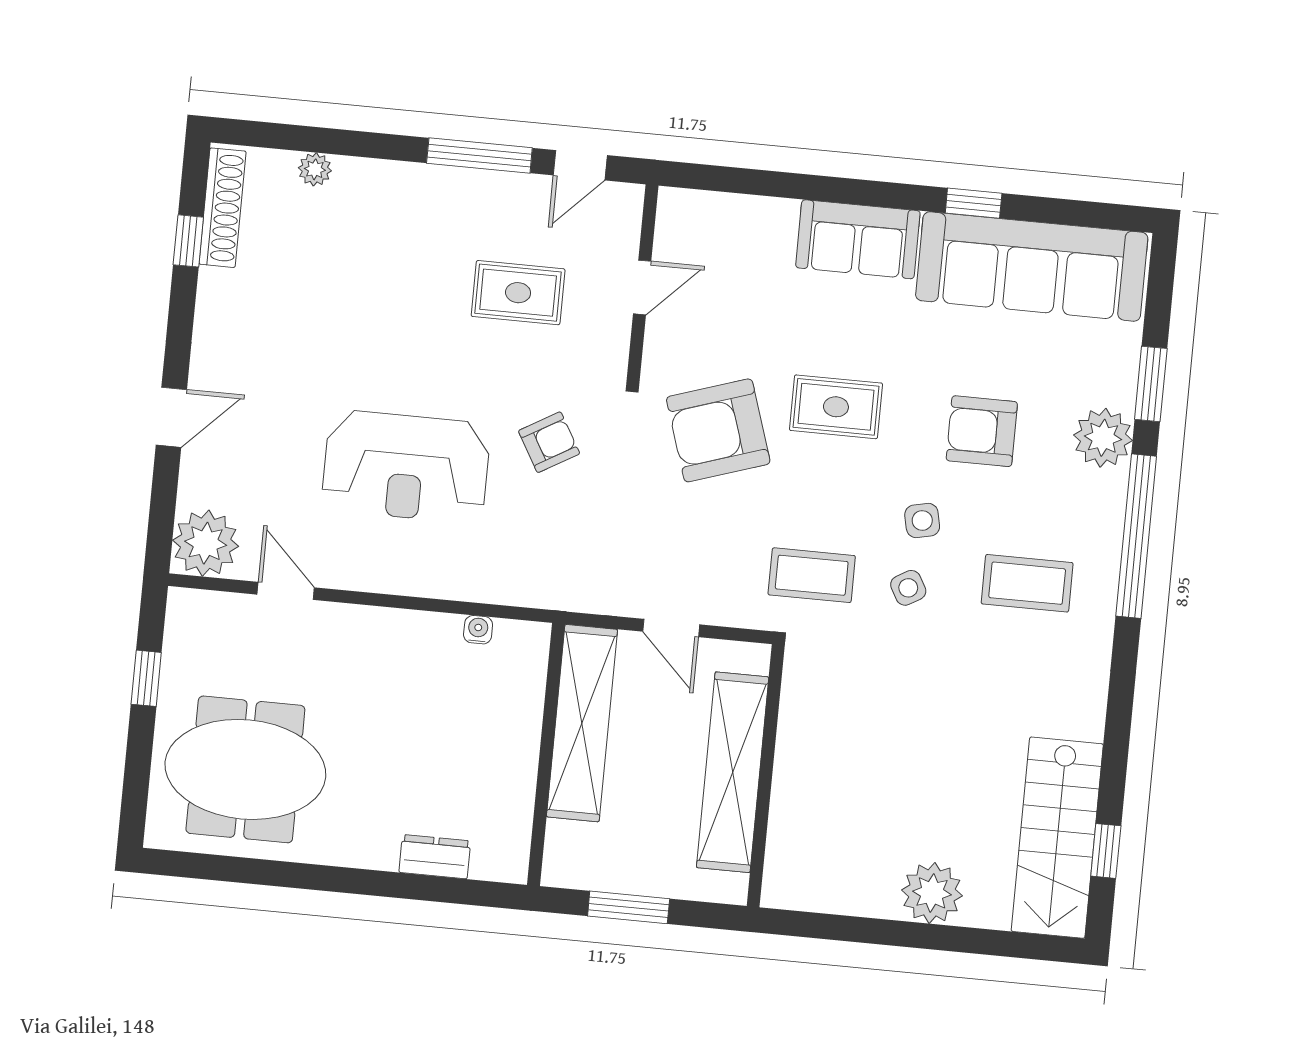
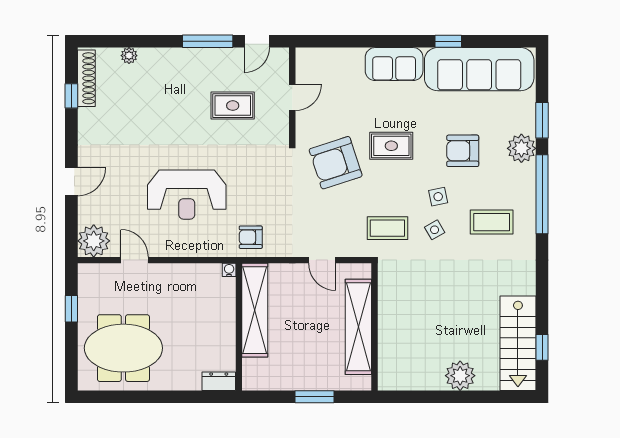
armchair: (549, 442) -> (251, 237), moved, turned -150
shelving: (582, 723) -> (255, 310), moved
wall: (546, 754) -> (239, 327), moved

